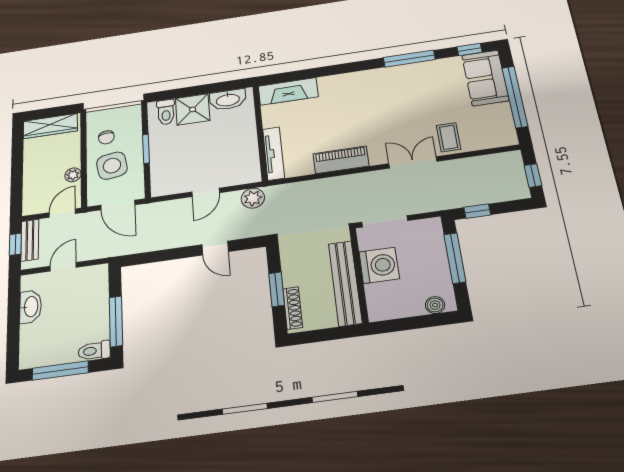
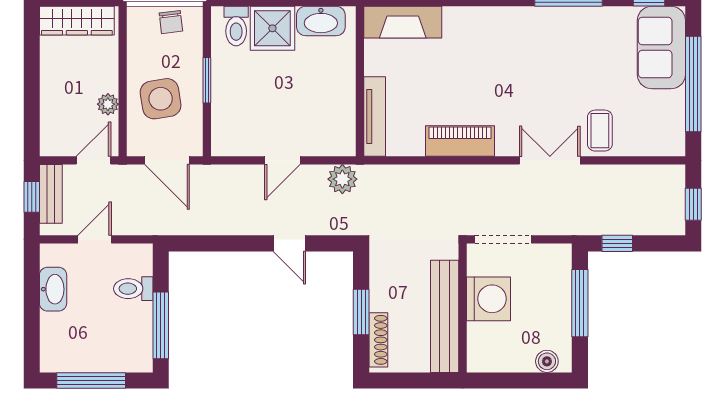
chair: (106, 137) -> (171, 22), moved
toilet: (94, 351) -> (133, 289), moved

